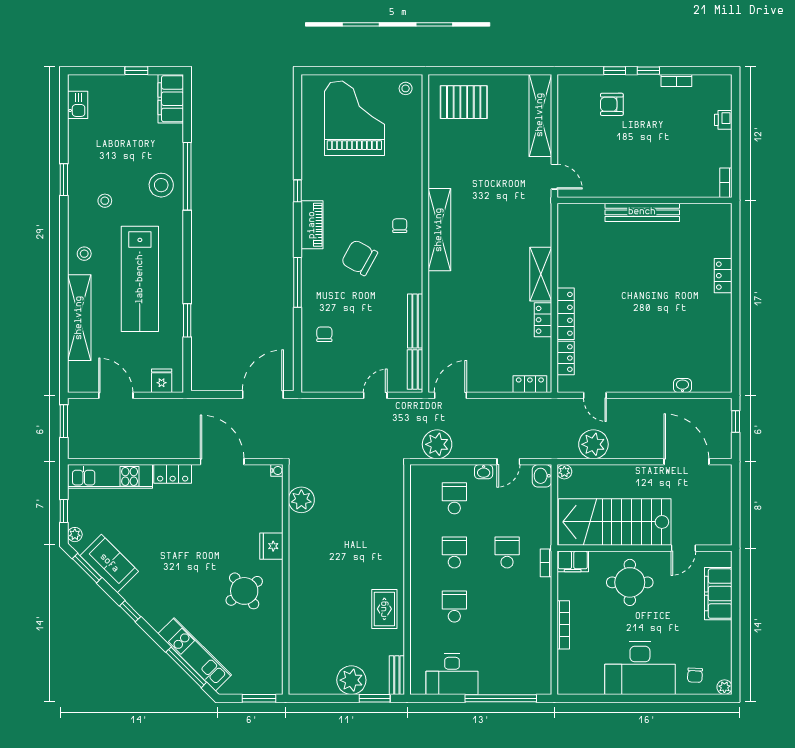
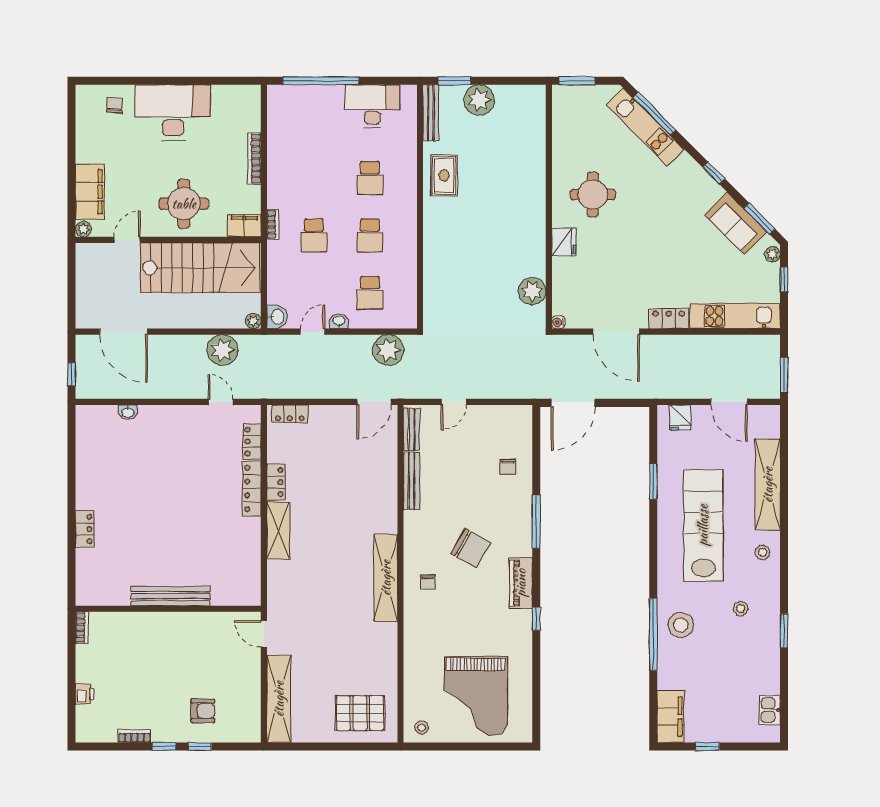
round table: (244, 591) -> (593, 195), turned 36
bench: (397, 675) -> (431, 113), width x1.36
plant: (724, 687) -> (83, 229), moved

